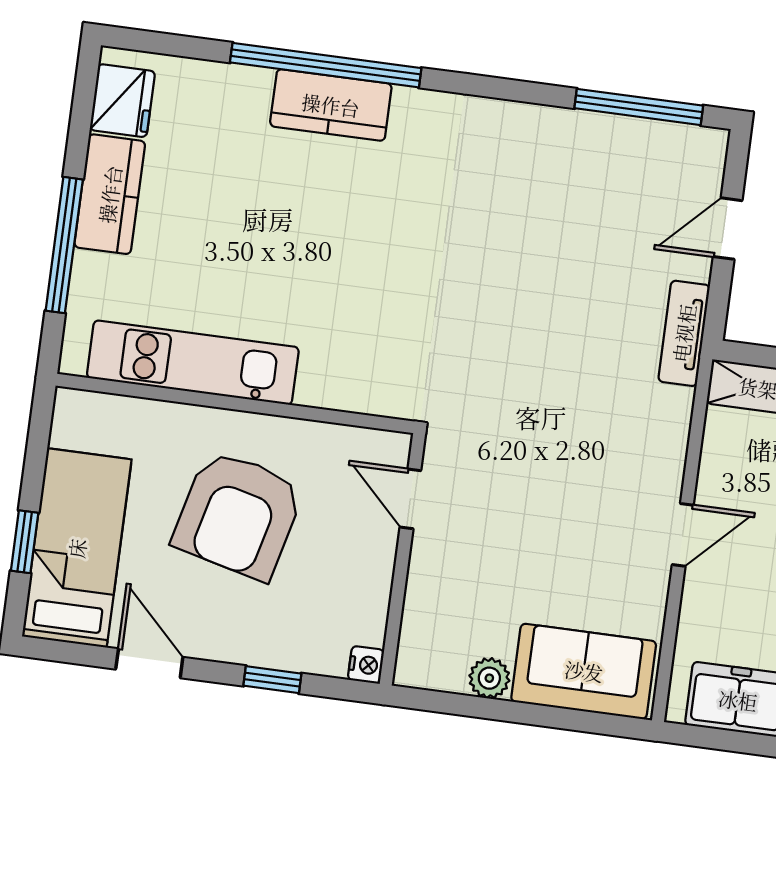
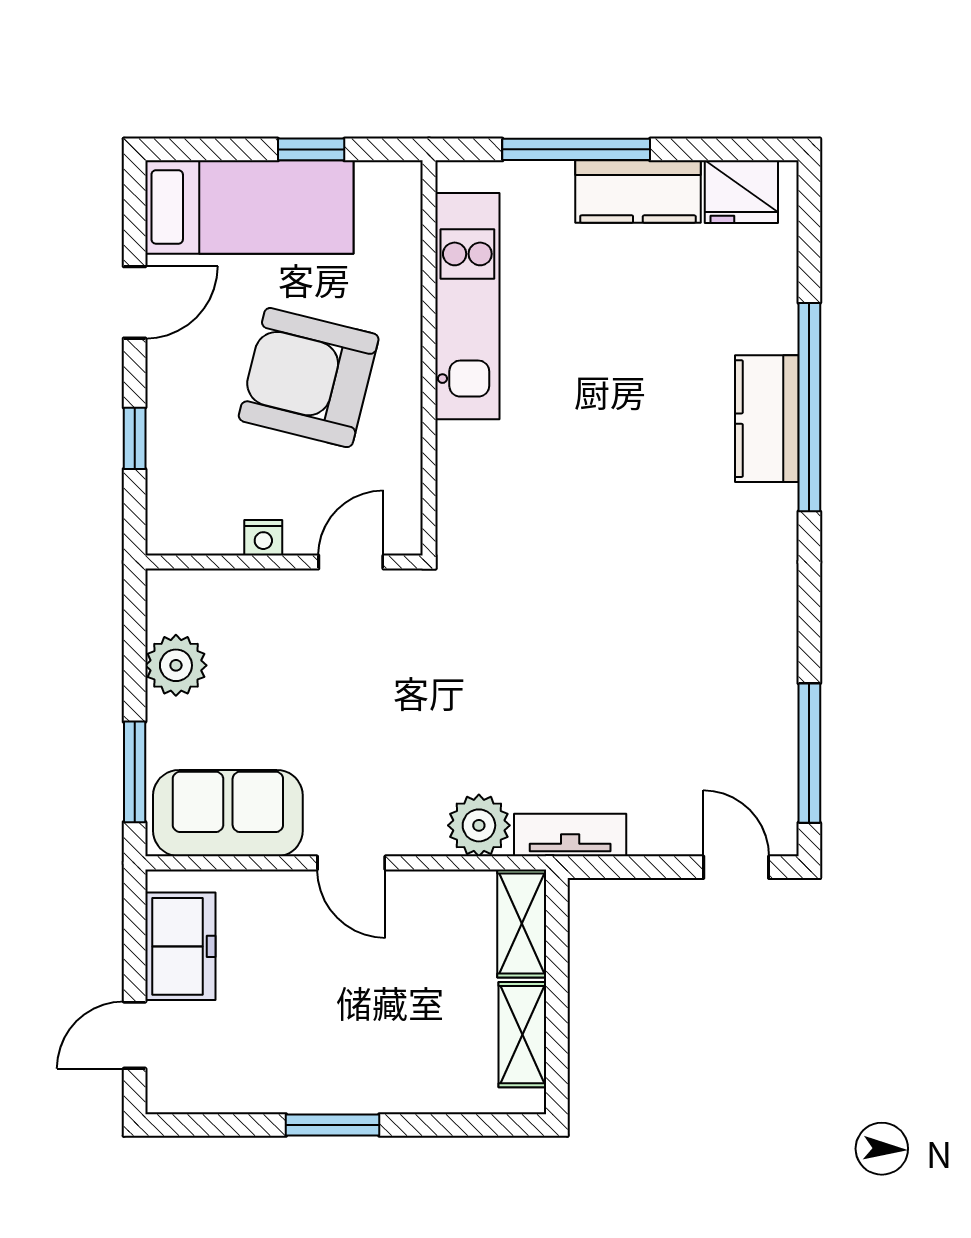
door: (728, 229) -> (736, 867), moved
plant: (664, 415) -> (479, 825), added
window: (25, 542) -> (311, 149), moved
nightstand: (366, 665) -> (263, 538), moved
sofa: (584, 671) -> (228, 813), moved, turned -90
plant: (489, 678) -> (176, 665), width x1.38, depth x1.38
window: (574, 720) -> (135, 772), added

